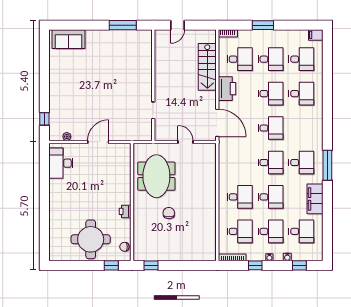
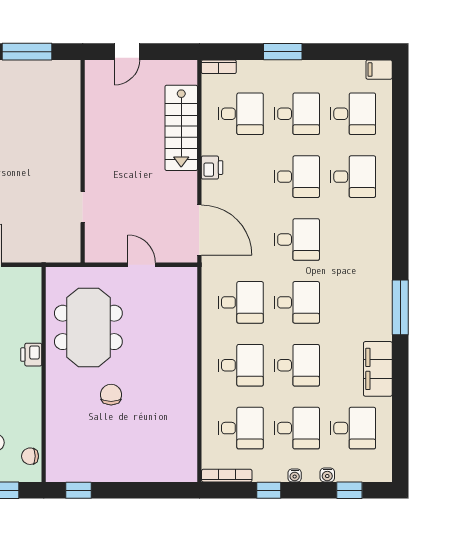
printer: (227, 89) -> (212, 168), width x0.53, depth x0.68
desk: (301, 162) -> (241, 302), moved
printer: (125, 211) -> (31, 355), moved

